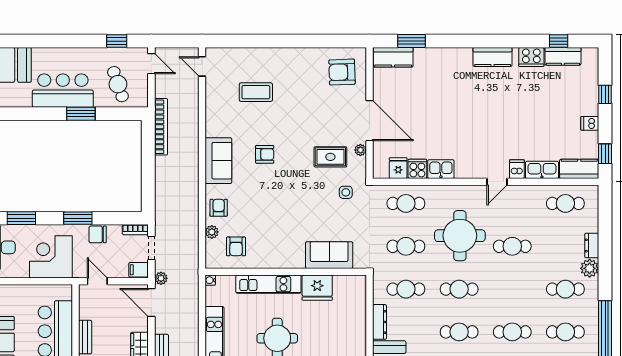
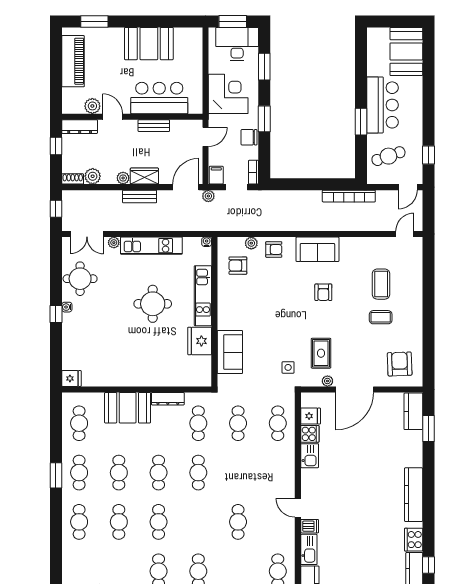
kitchen counter: (493, 57) -> (414, 495), width x1.50
coffee table: (292, 93) -> (381, 317), added
chair: (98, 234) -> (249, 137), turned -90
round table: (460, 236) -> (248, 473), removed

